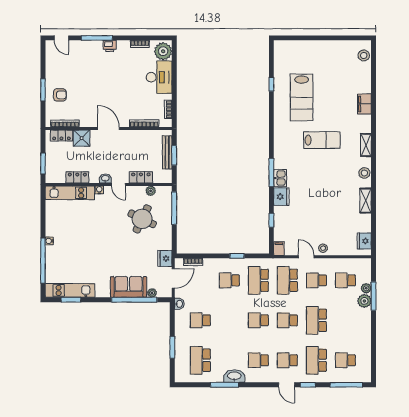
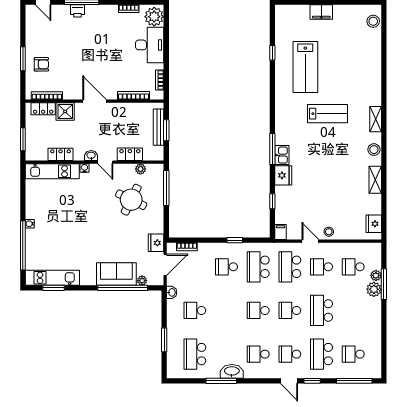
printer: (110, 46) -> (78, 11), moved
filing cabinet: (364, 104) -> (321, 12), moved, turned -90

